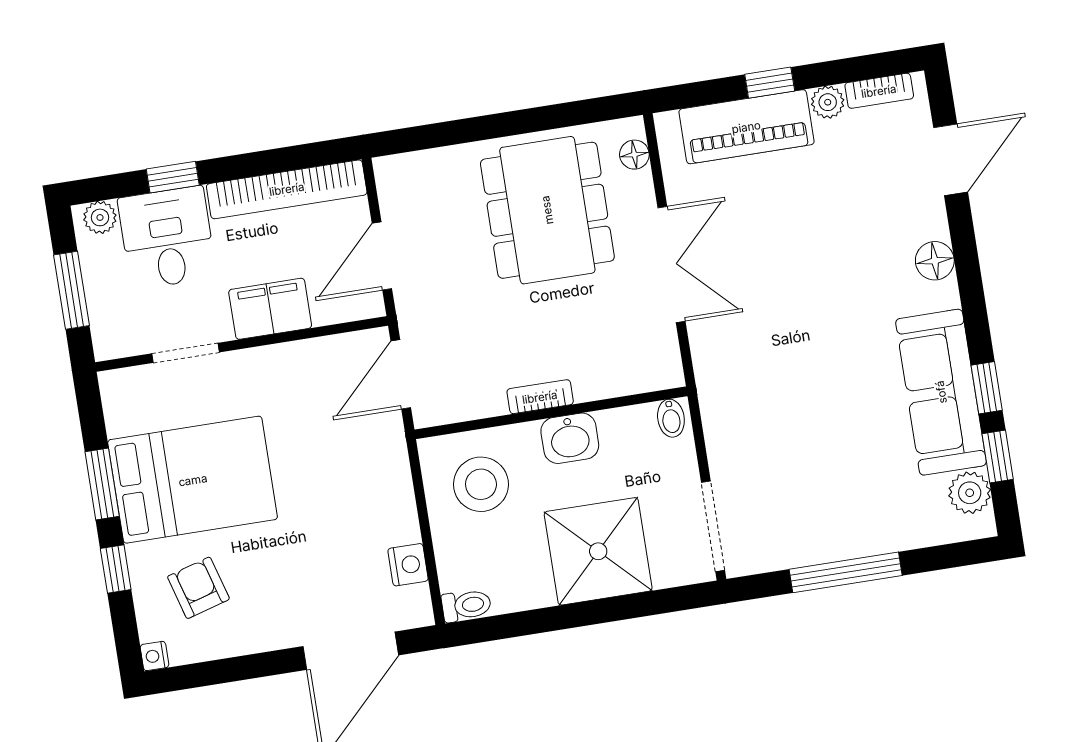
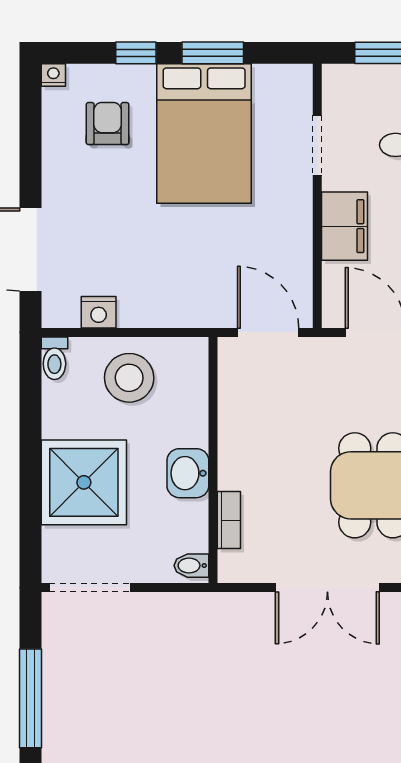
bookcase: (540, 397) -> (229, 520), moved
stool: (481, 484) -> (129, 378), moved
armchair: (198, 588) -> (108, 124), turned -74

